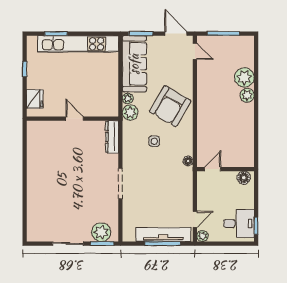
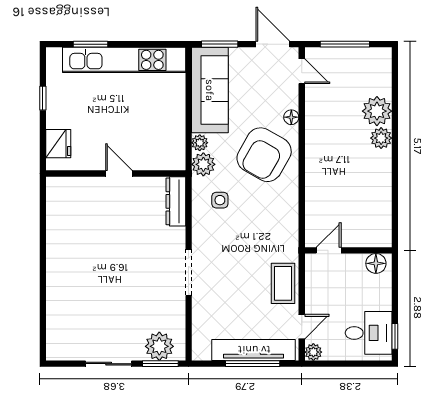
side table: (154, 141) -> (220, 200), moved
floor lamp: (188, 161) -> (291, 117), moved
coffee table: (183, 191) -> (283, 283), added

